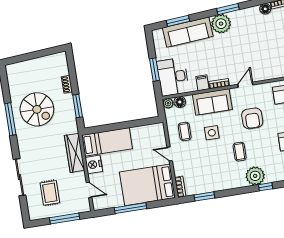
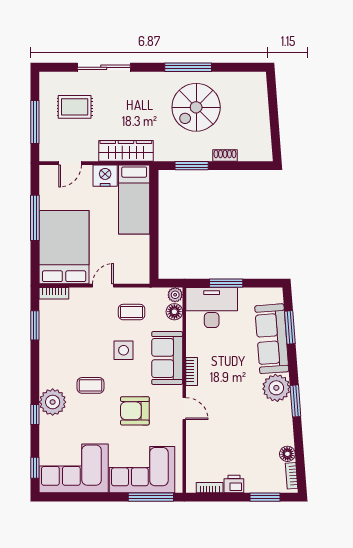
filing cabinet: (202, 83) -> (197, 348), removed

